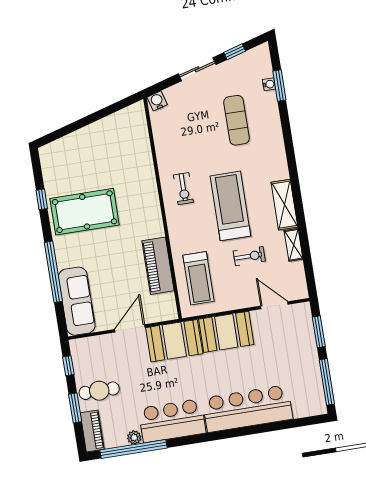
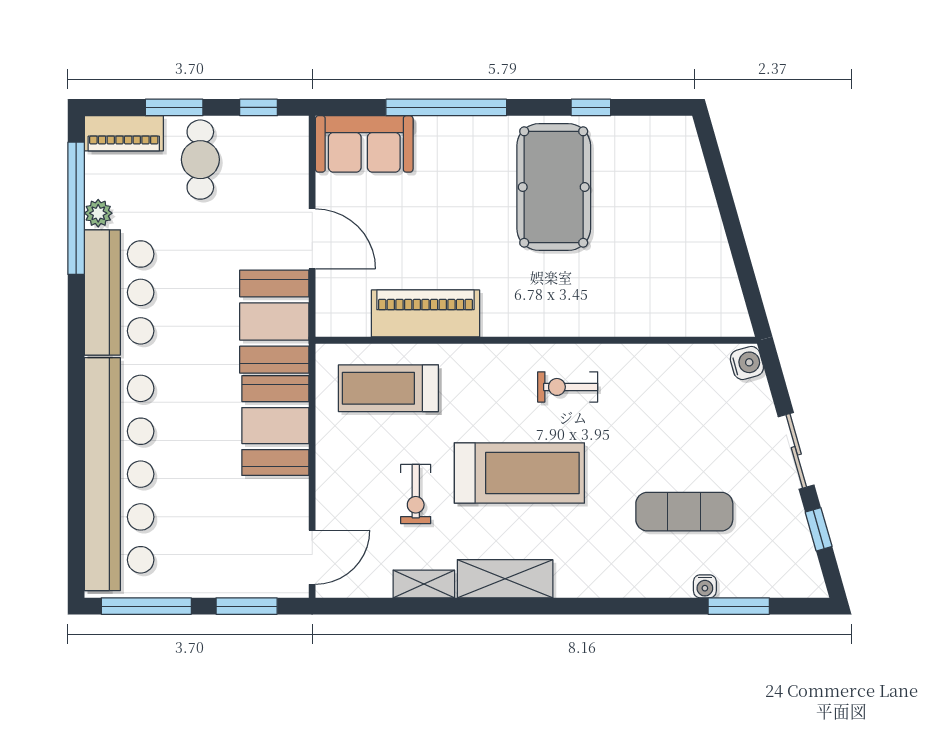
water cooler: (269, 84) -> (705, 586), moved
sofa: (77, 301) -> (364, 144), width x0.73
door: (274, 305) -> (312, 557), moved
bar counter: (248, 409) -> (119, 474), width x1.36

